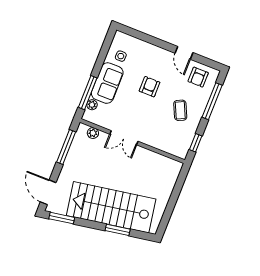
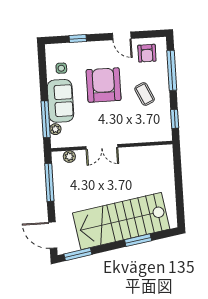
window: (146, 38) -> (78, 39), added
armchair: (150, 87) -> (104, 85), width x1.88, depth x1.88

